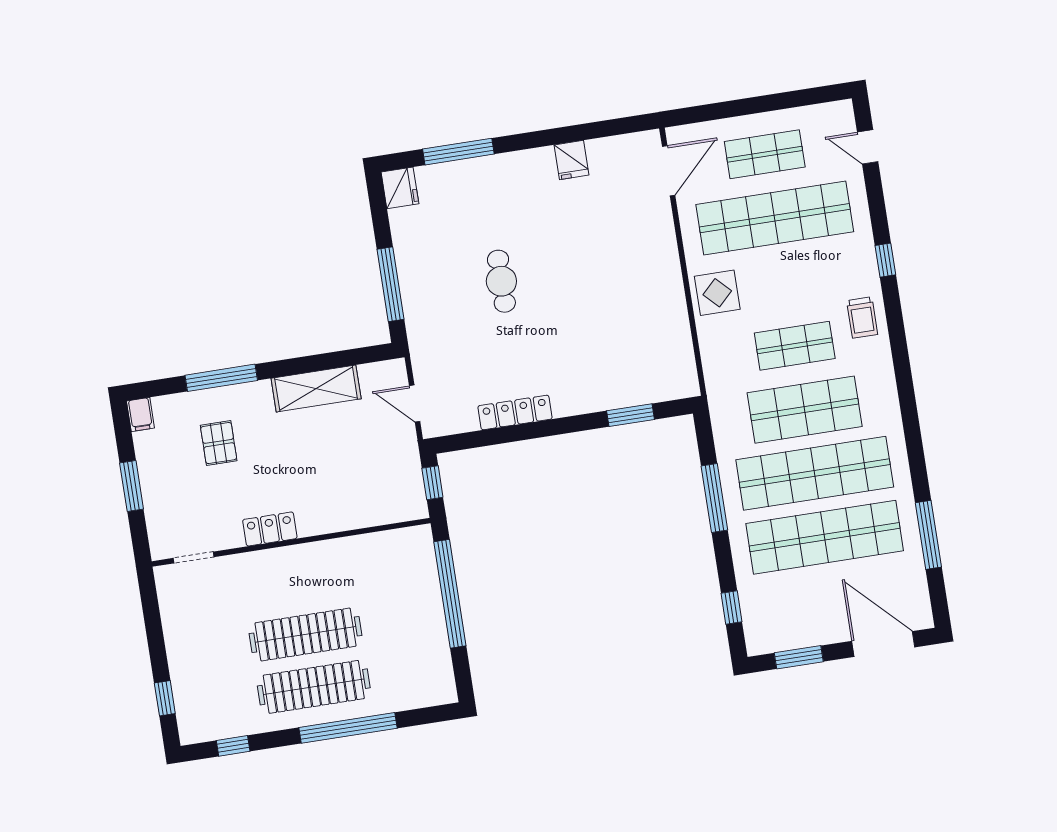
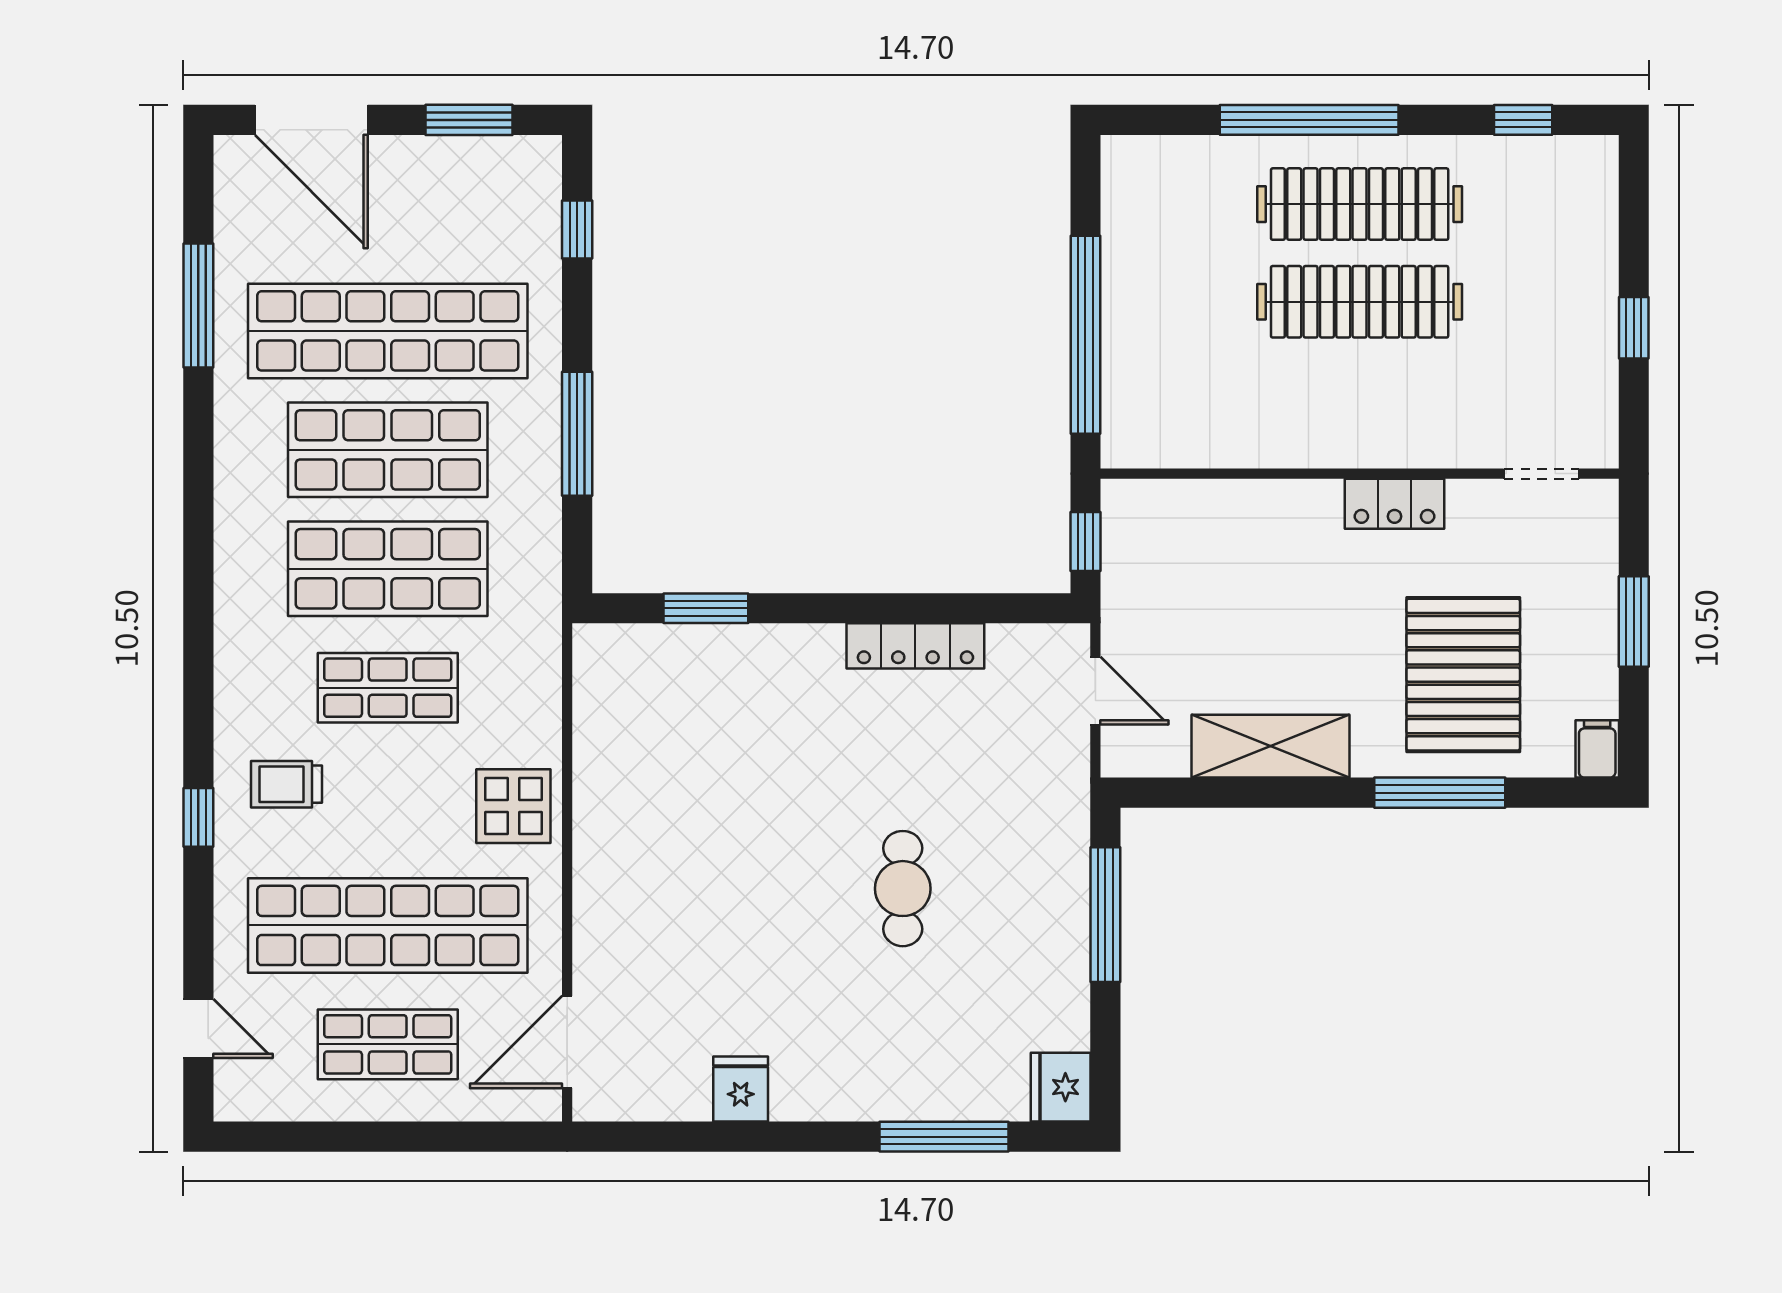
trolley: (862, 318) -> (286, 784), moved, turned -90
pallet: (219, 443) -> (1463, 675), width x2.05, depth x2.00
shop shelf: (815, 473) -> (388, 450), width x0.71
window: (165, 698) -> (1634, 328), moved

